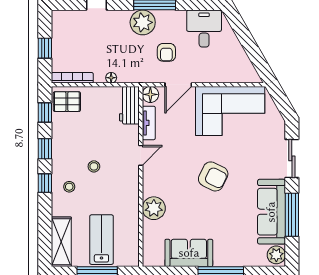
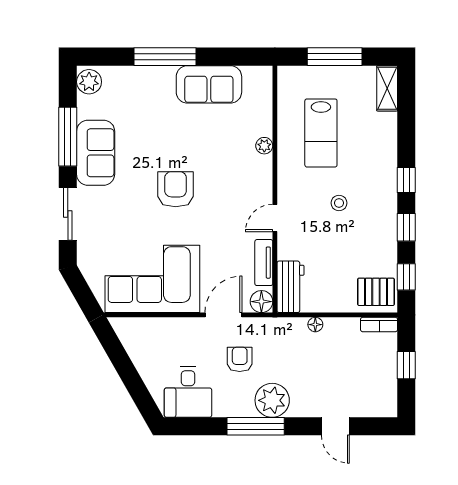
bookcase: (72, 78) -> (379, 324), width x0.64
armchair: (213, 176) -> (176, 189), turned 64
stool: (69, 187) -> (373, 175), removed
plant: (154, 208) -> (264, 146), width x0.53, depth x0.53
sofa: (271, 212) -> (96, 153), width x0.73
lab bench: (101, 240) -> (321, 133), moved
shelving: (61, 242) -> (387, 88), width x0.67, depth x0.75

